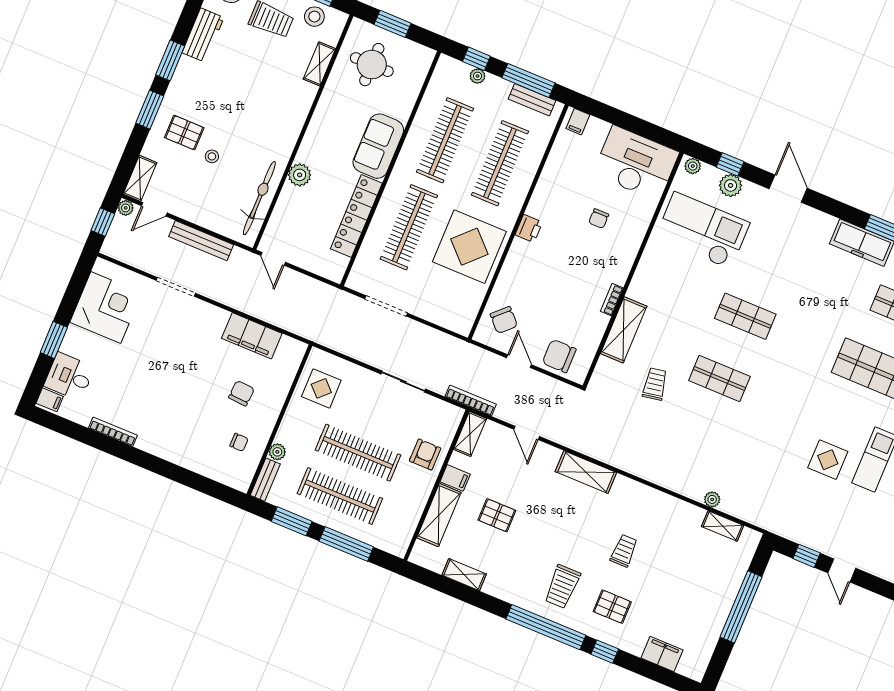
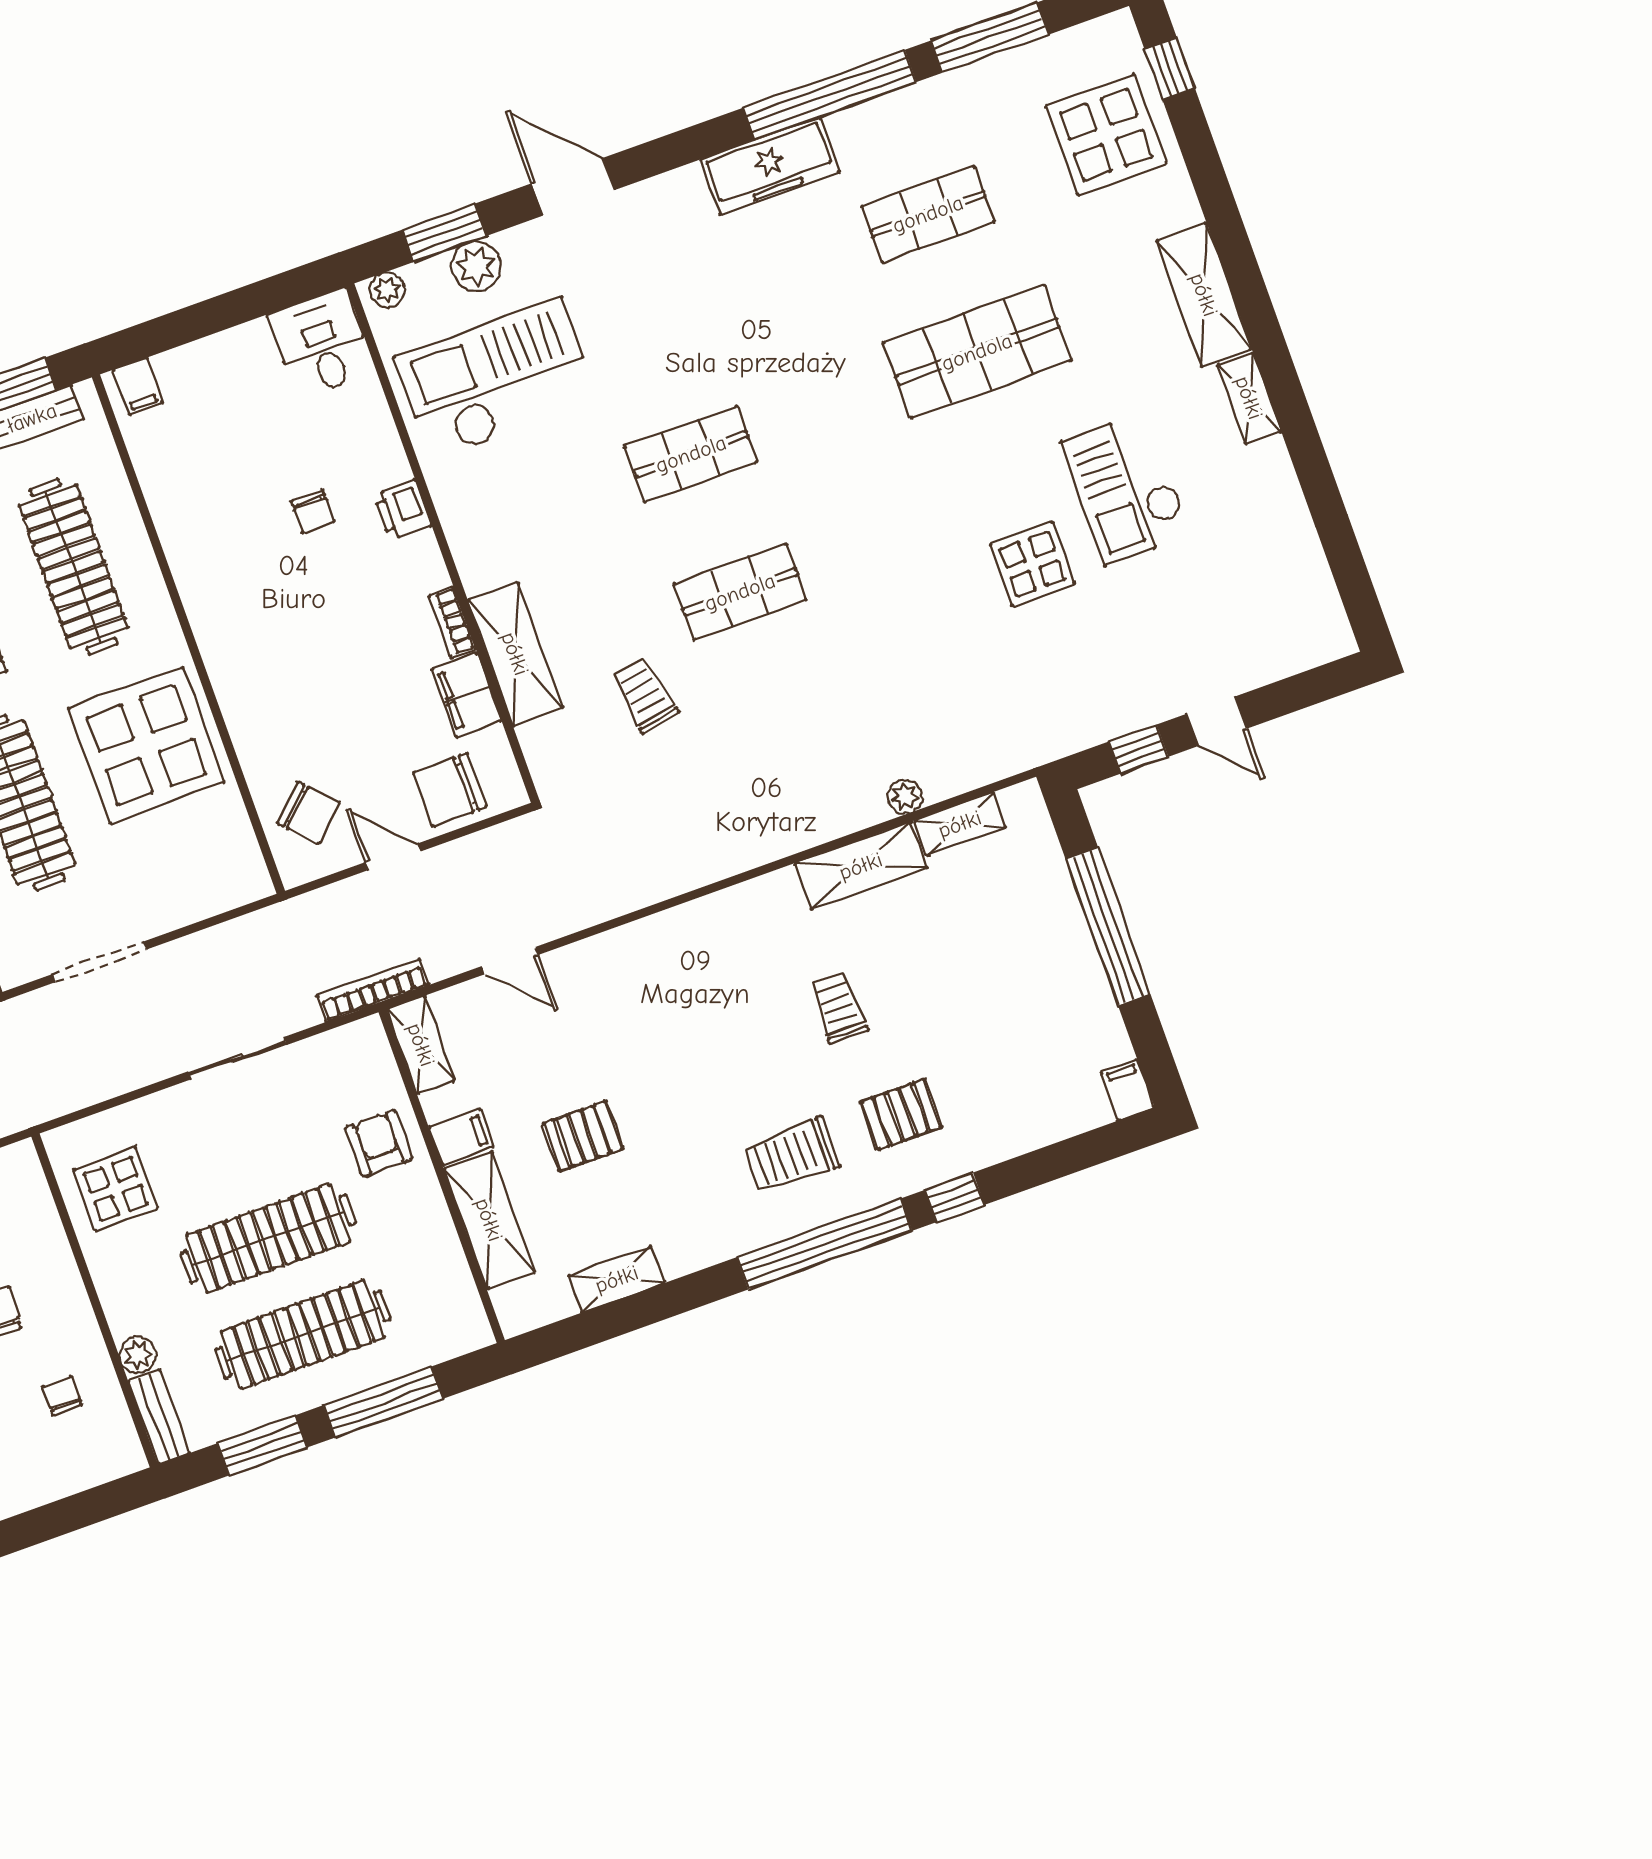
desk: (636, 163) -> (322, 343), width x0.53, depth x0.77
window: (730, 164) -> (444, 233), width x1.50
printer: (529, 228) -> (402, 510), moved, turned 180
filing cabinet: (594, 329) -> (467, 695), added
chair: (239, 442) -> (62, 1396), turned -90
shelving: (586, 472) -> (861, 866), moved
trolley: (562, 587) -> (792, 1155), turned 90
filing cabinet: (662, 654) -> (1128, 1090), moved, width x0.50

